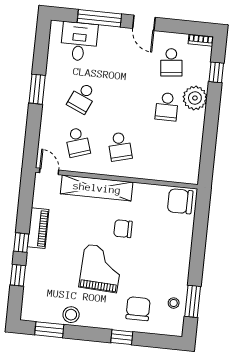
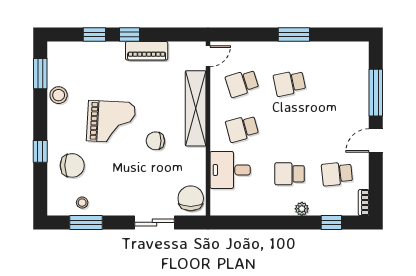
desk: (79, 42) -> (230, 170), moved, turned 180
school desk: (82, 98) -> (290, 83), turned -36
plant: (195, 98) -> (302, 209), width x0.53, depth x0.53
chair: (123, 229) -> (155, 141), turned -90
sliding door: (199, 237) -> (154, 222), added

